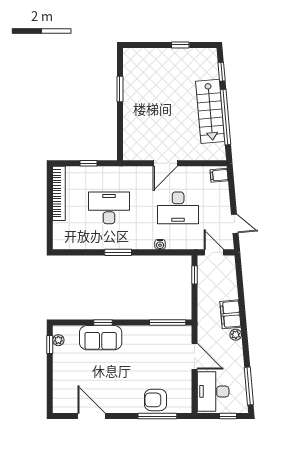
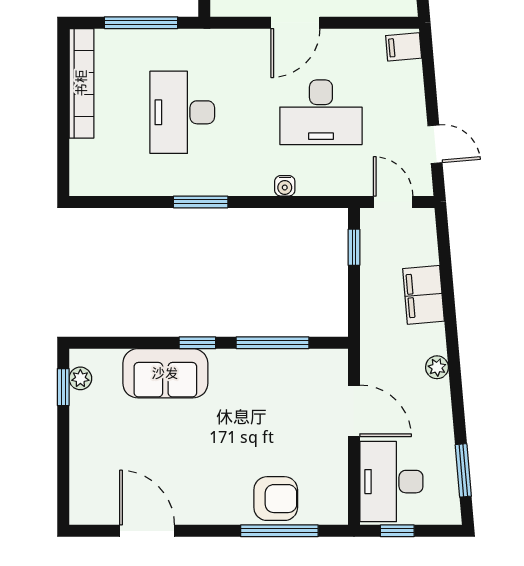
window: (89, 163) -> (141, 23), width x2.17
desk: (109, 208) -> (182, 112), turned -90
filing cabinet: (230, 314) -> (424, 295), moved
window: (103, 323) -> (197, 343), moved
window: (168, 323) -> (272, 343), moved
window: (249, 386) -> (463, 470), width x0.69
armchair: (156, 400) -> (276, 499), turned 180
window: (228, 416) -> (397, 531), moved

